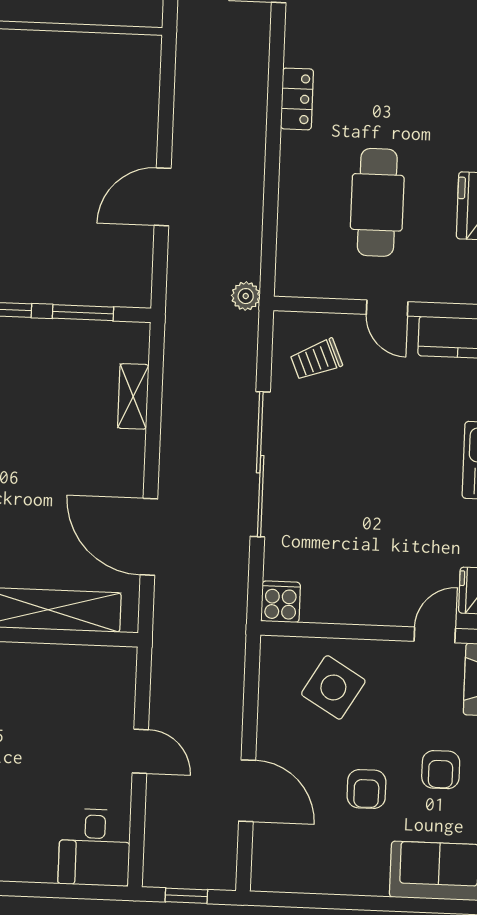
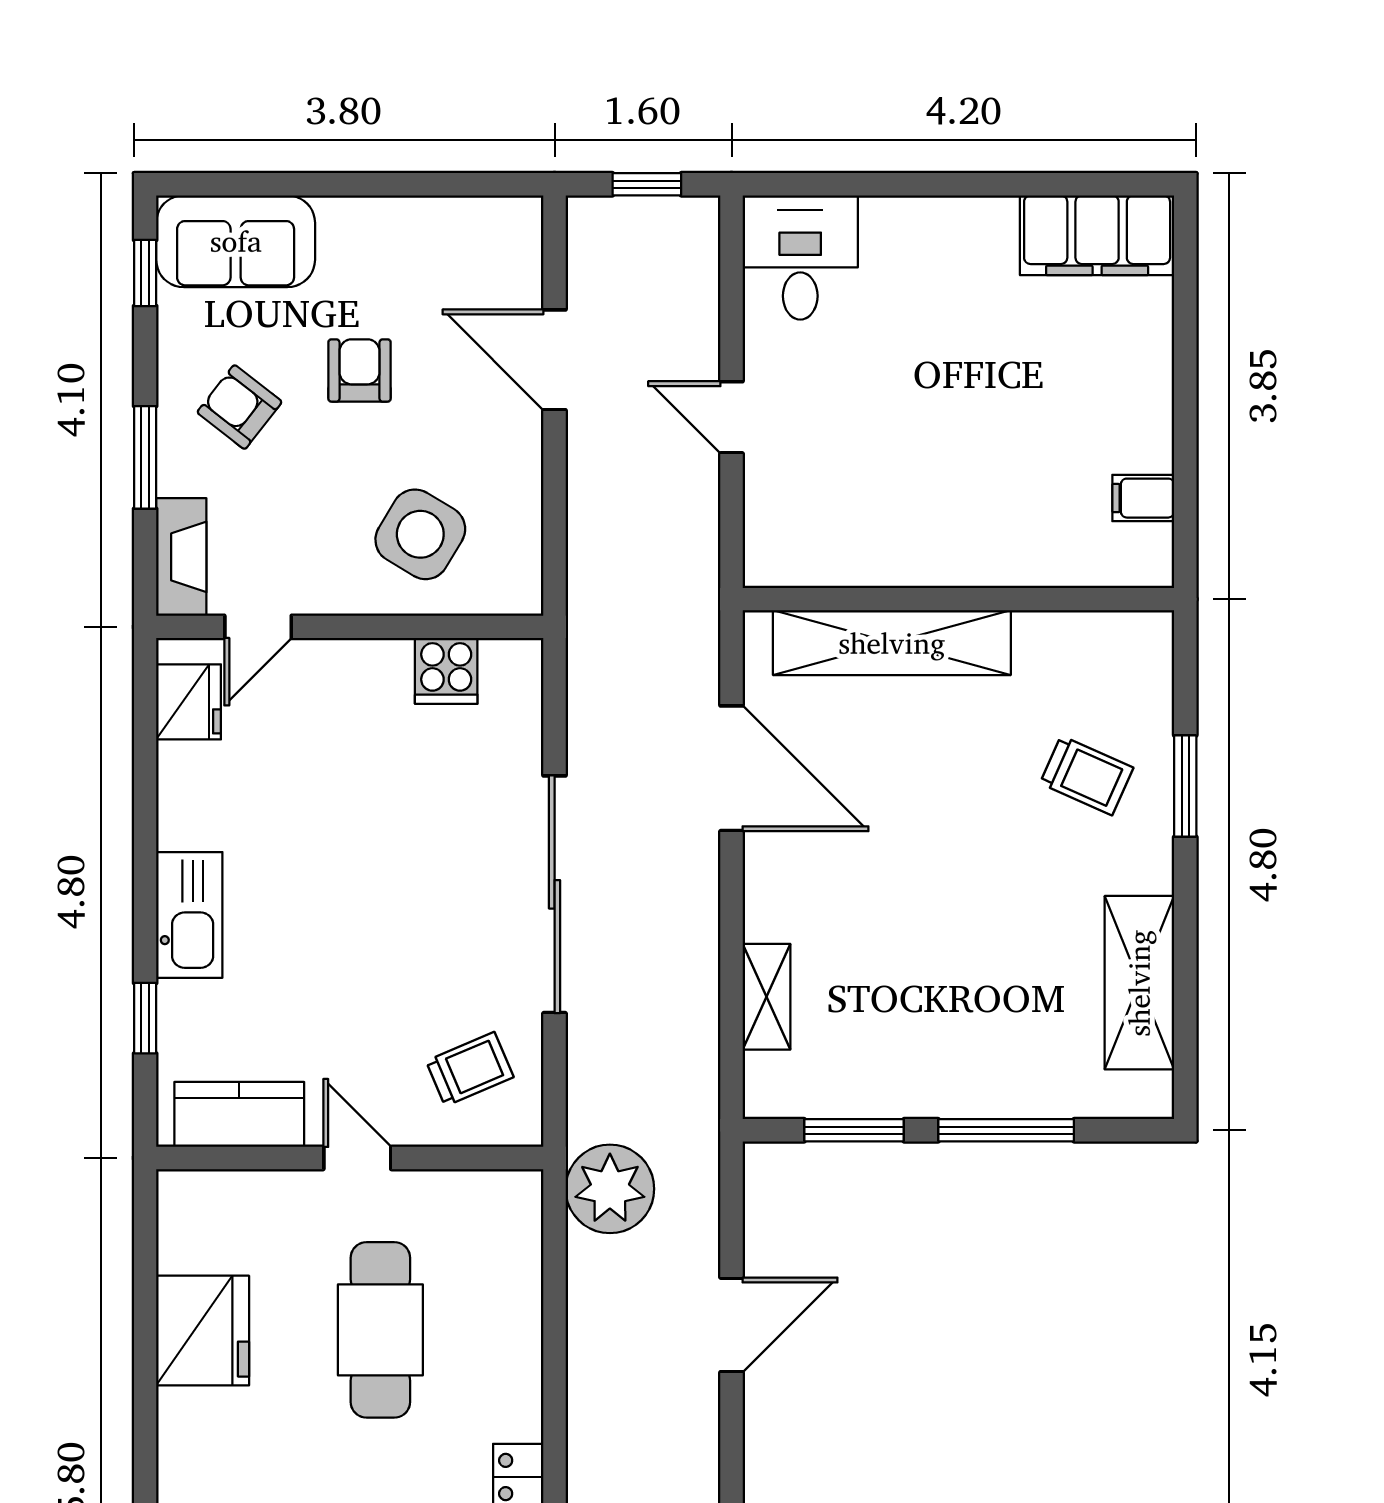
plant: (246, 296) -> (610, 1189), width x1.87, depth x1.87
cooker: (281, 602) -> (446, 671), moved
armchair: (441, 770) -> (239, 407), turned -52

